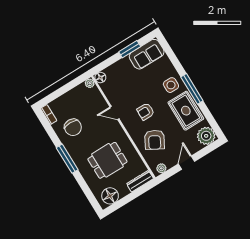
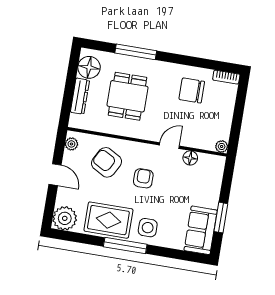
floor lamp: (100, 77) -> (190, 158), moved
window: (67, 159) -> (136, 52), moved
dresser: (140, 181) -> (80, 96), moved

